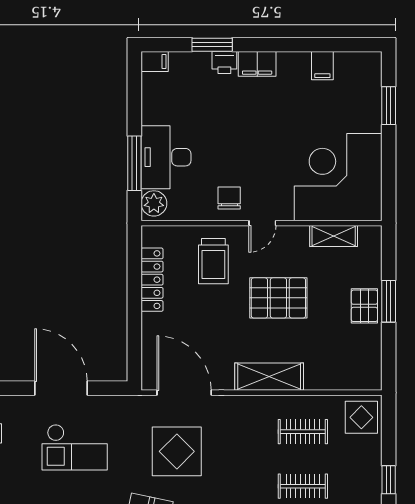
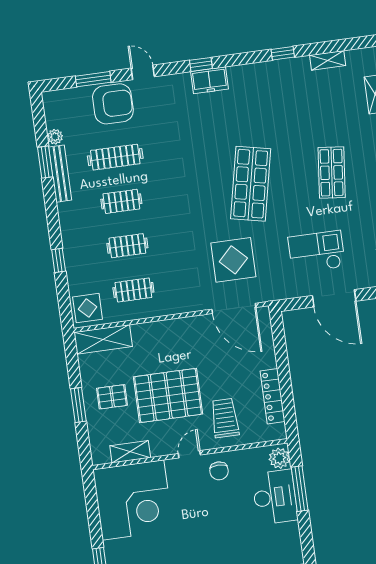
pallet: (278, 298) -> (168, 395), width x1.37, depth x1.41
pallet: (364, 306) -> (112, 397), moved, turned 90
shelving: (269, 377) -> (103, 339), moved

